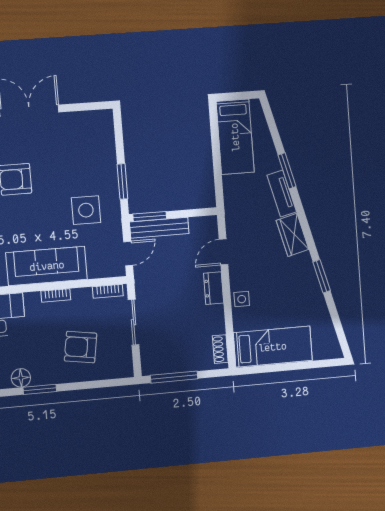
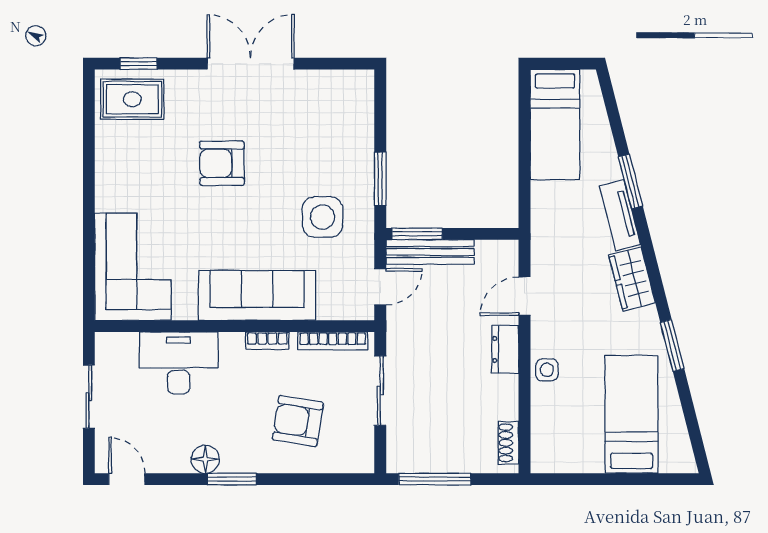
bookcase: (108, 291) -> (333, 341), width x1.56
bed: (273, 347) -> (631, 414), moved, turned -90

